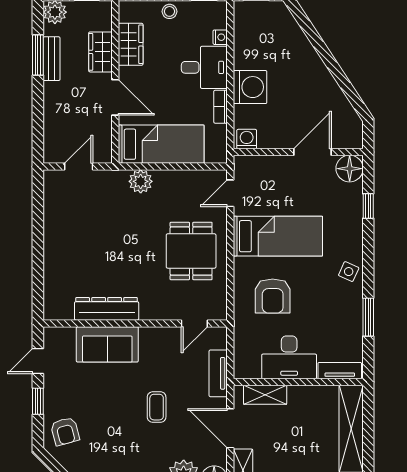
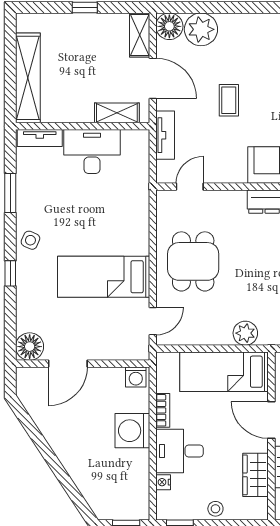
window: (368, 206) -> (10, 273), moved
armchair: (273, 296) -> (109, 215), removed

